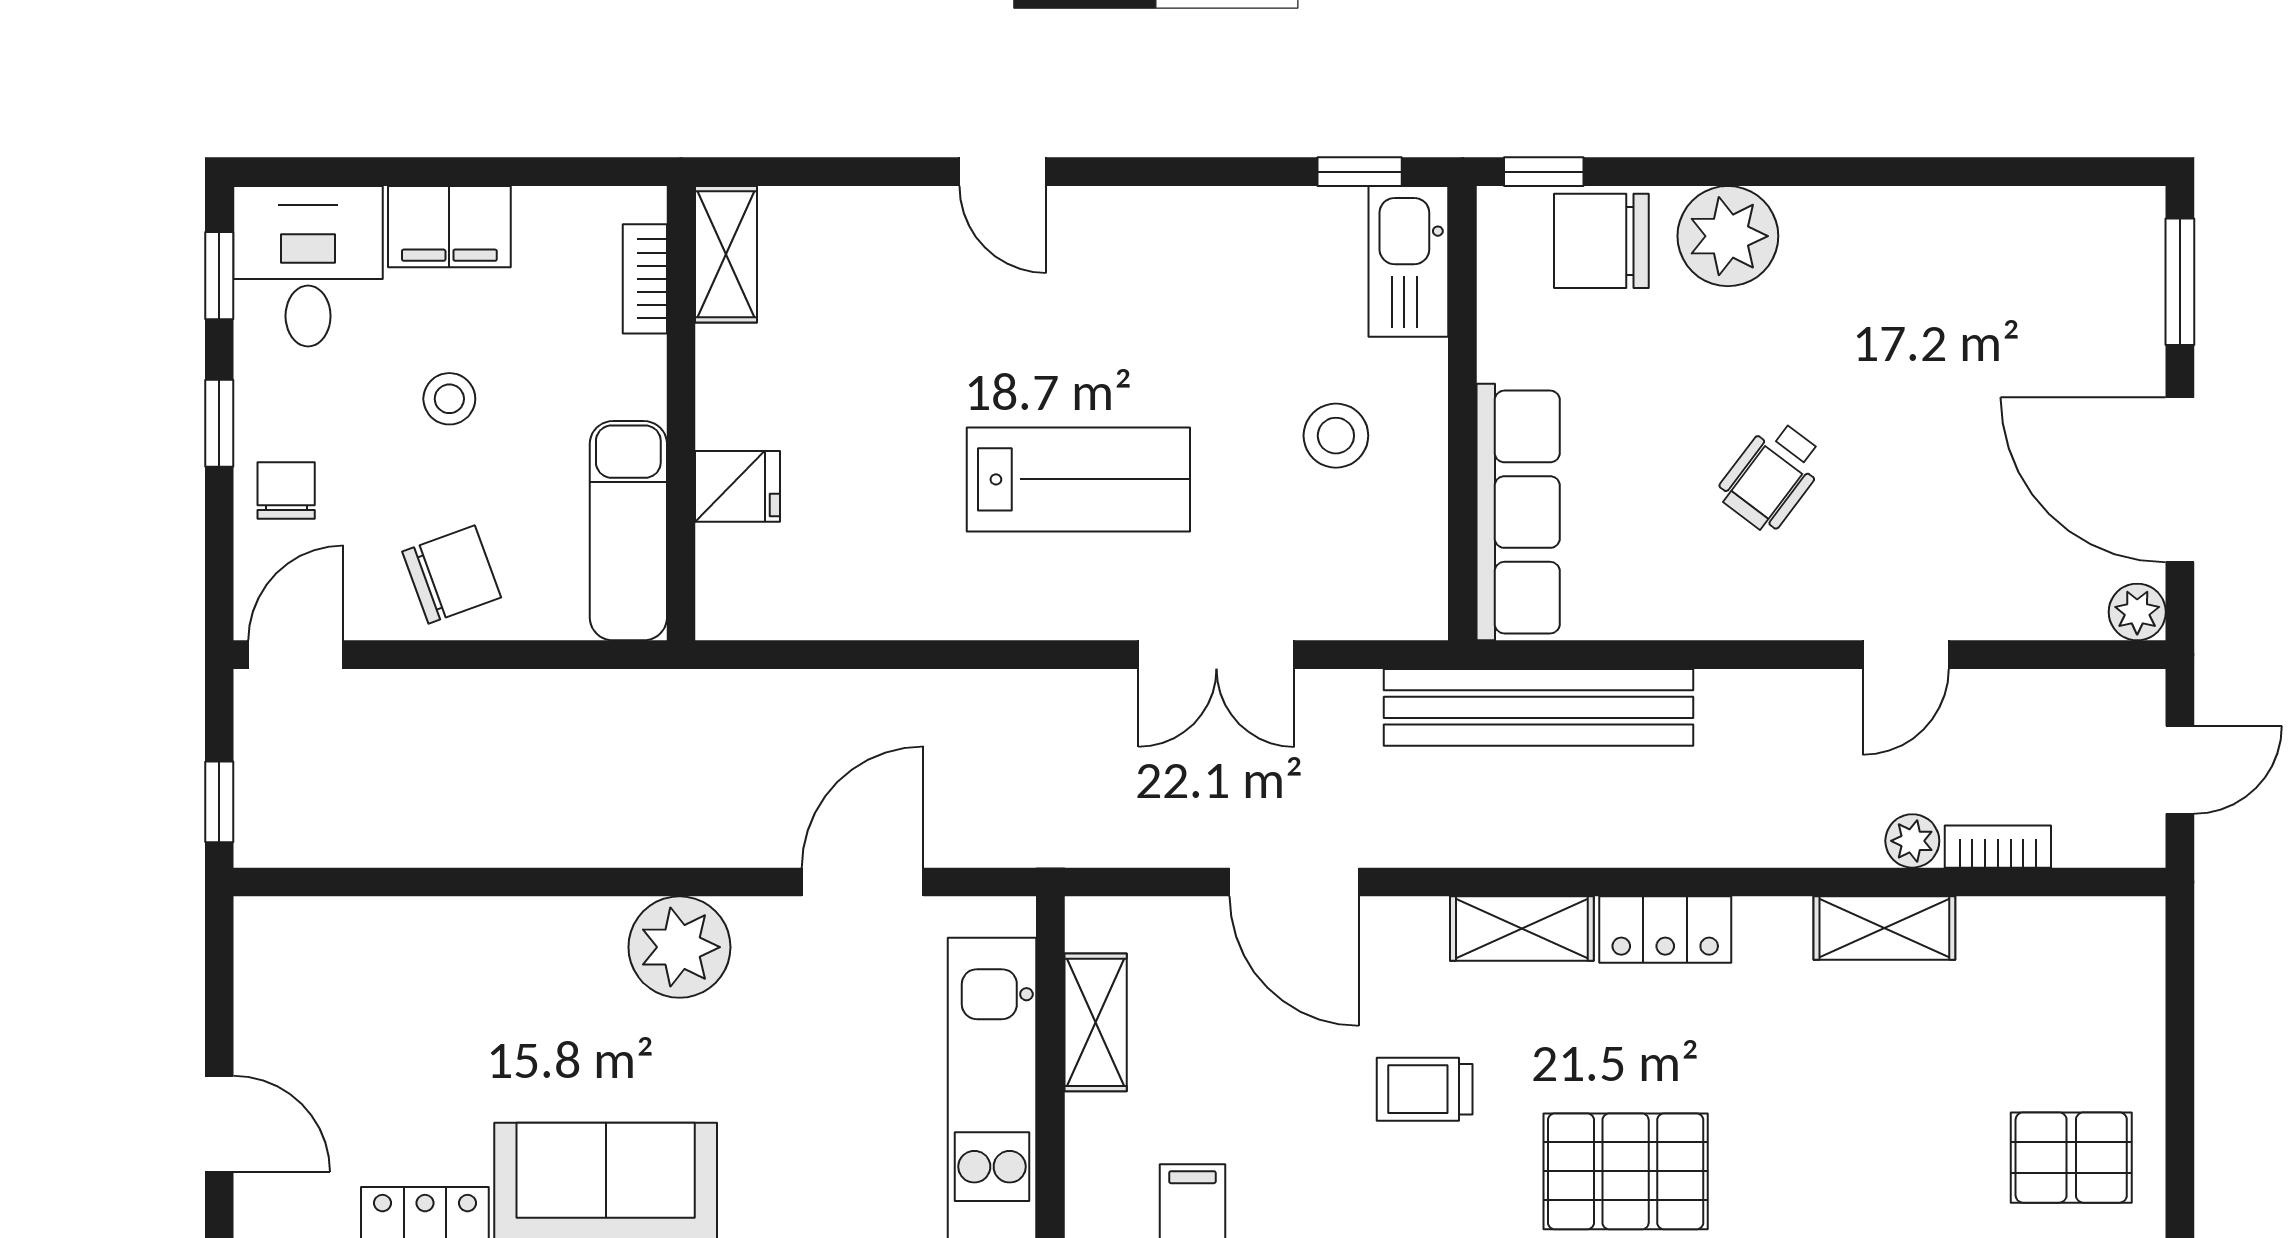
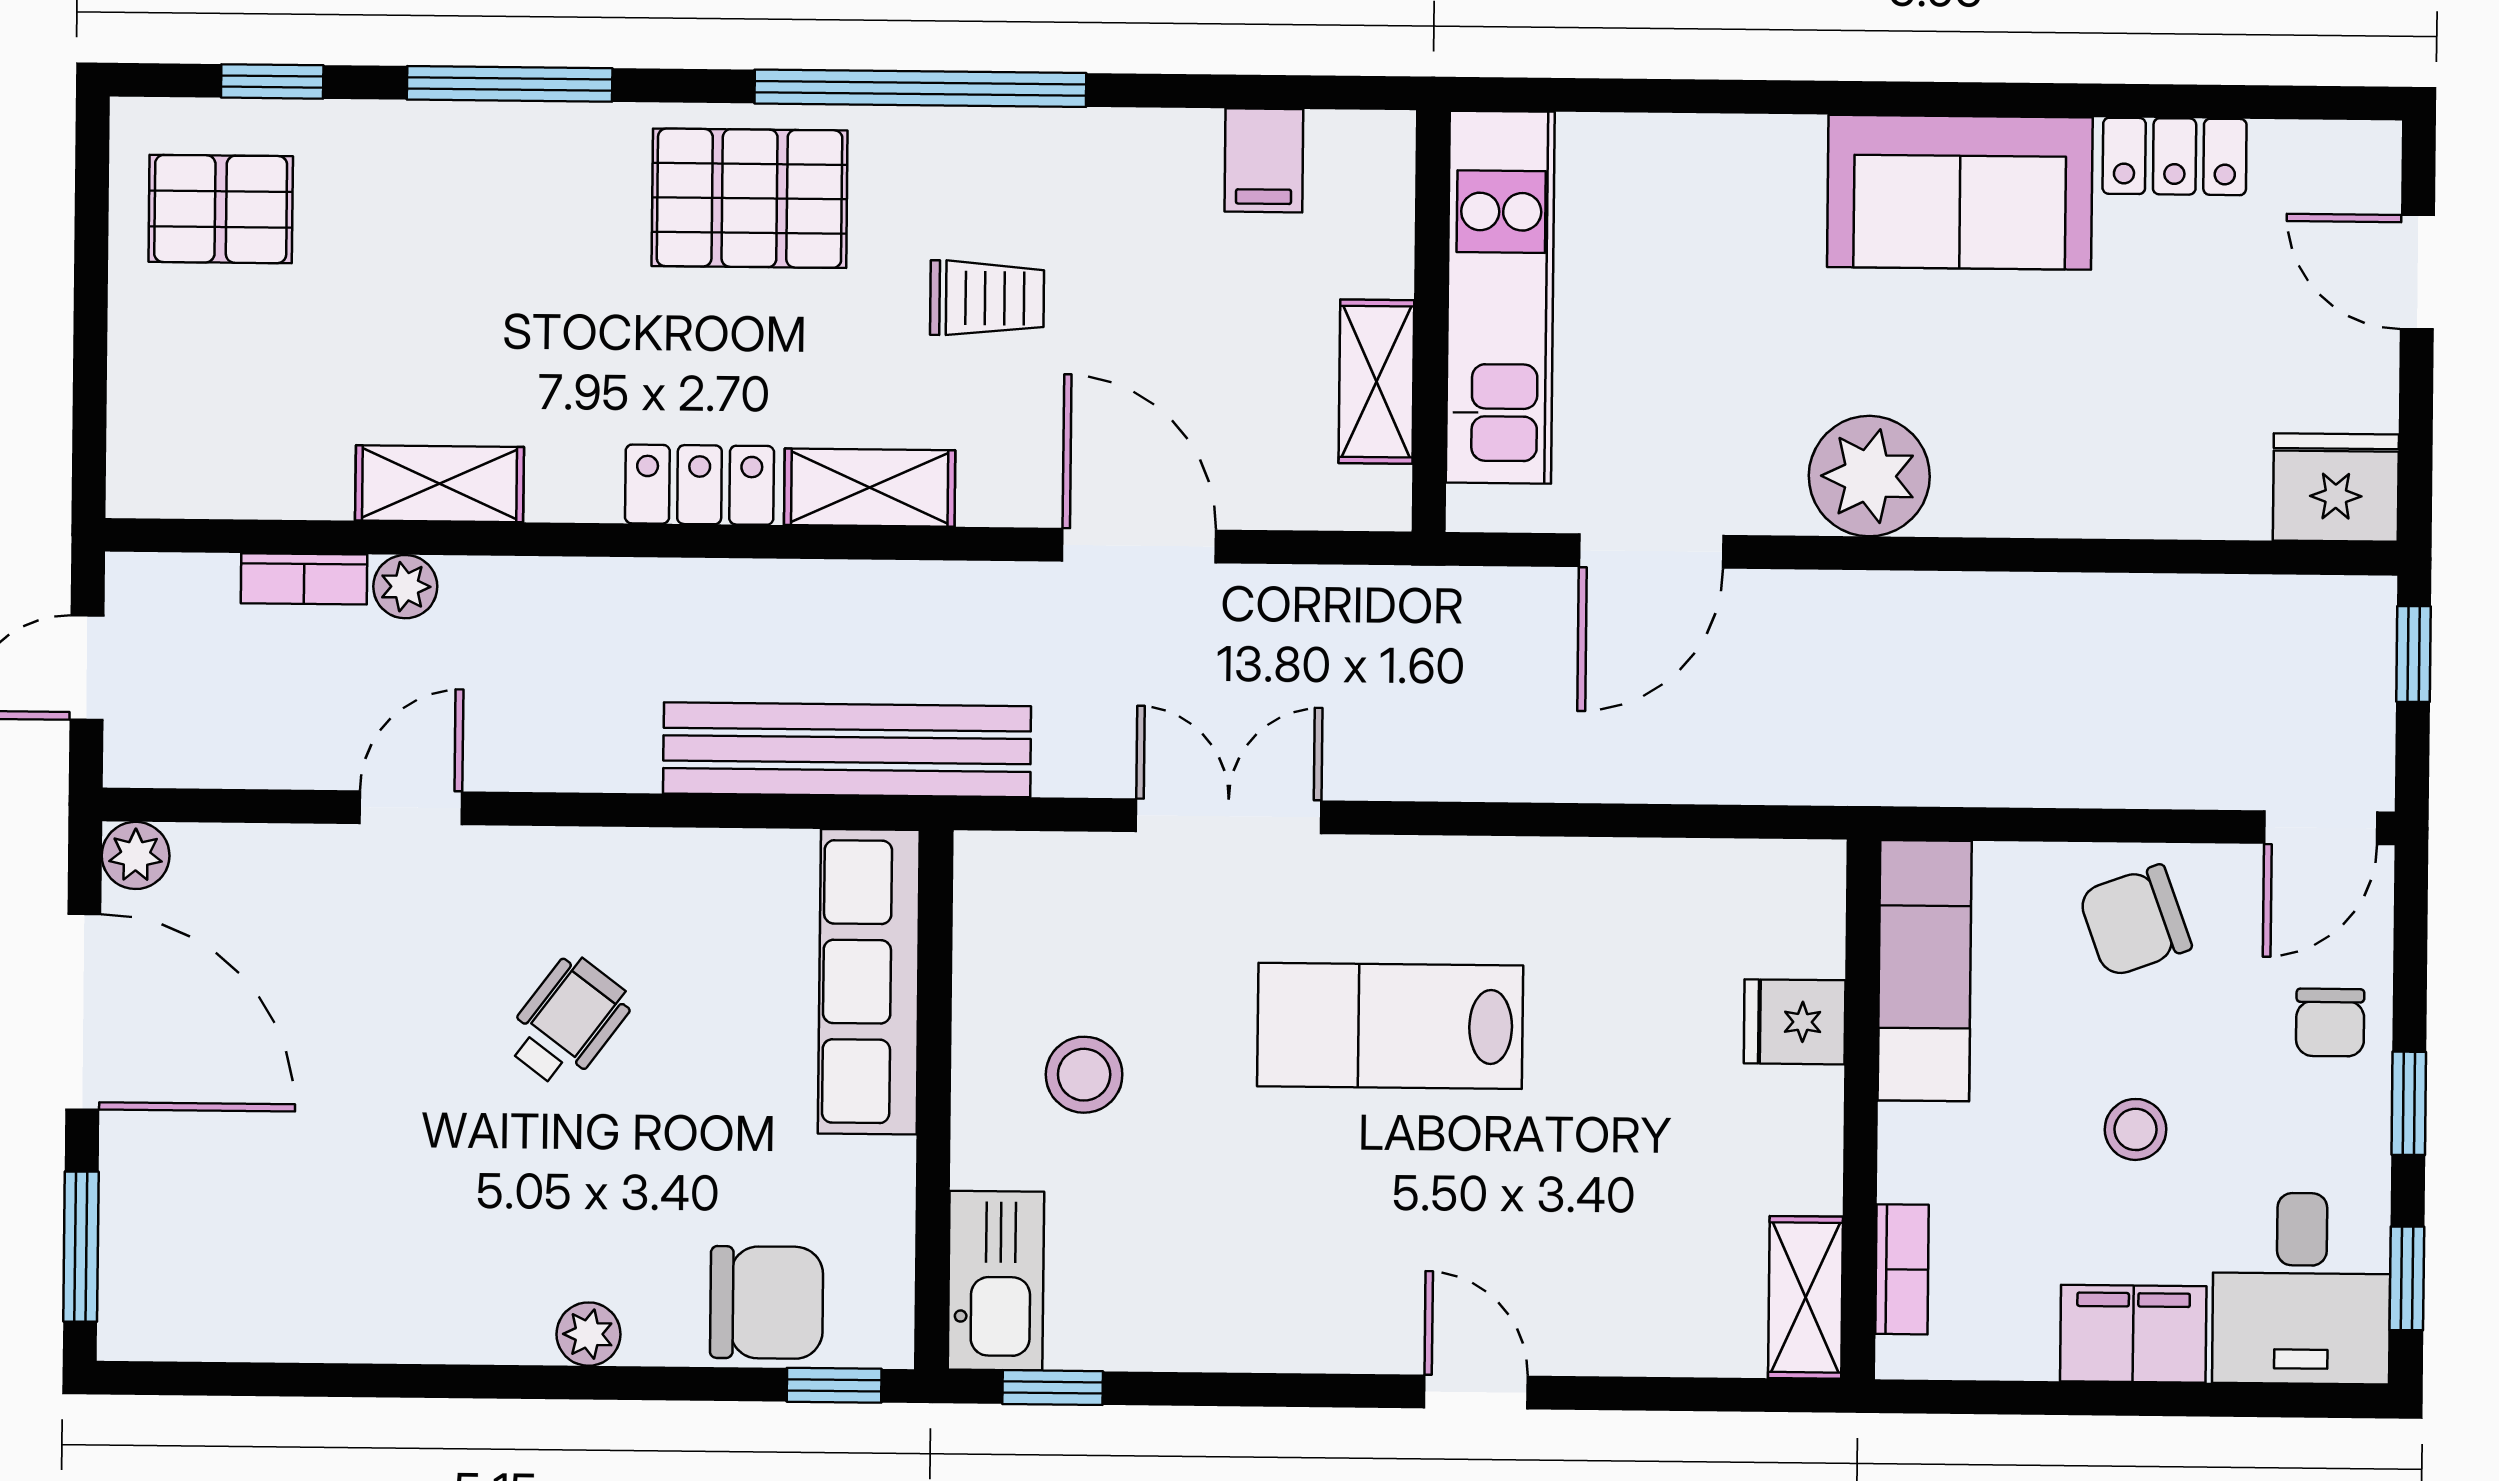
plant: (1728, 236) -> (588, 1334), width x0.53, depth x0.53
fridge: (286, 941) -> (2336, 488), added

